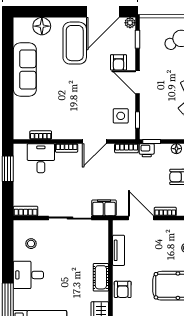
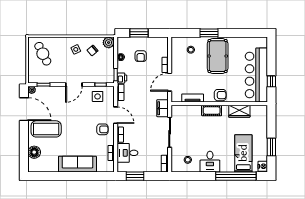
armchair: (119, 62) -> (102, 129), moved
sofa: (25, 69) -> (77, 164), moved

